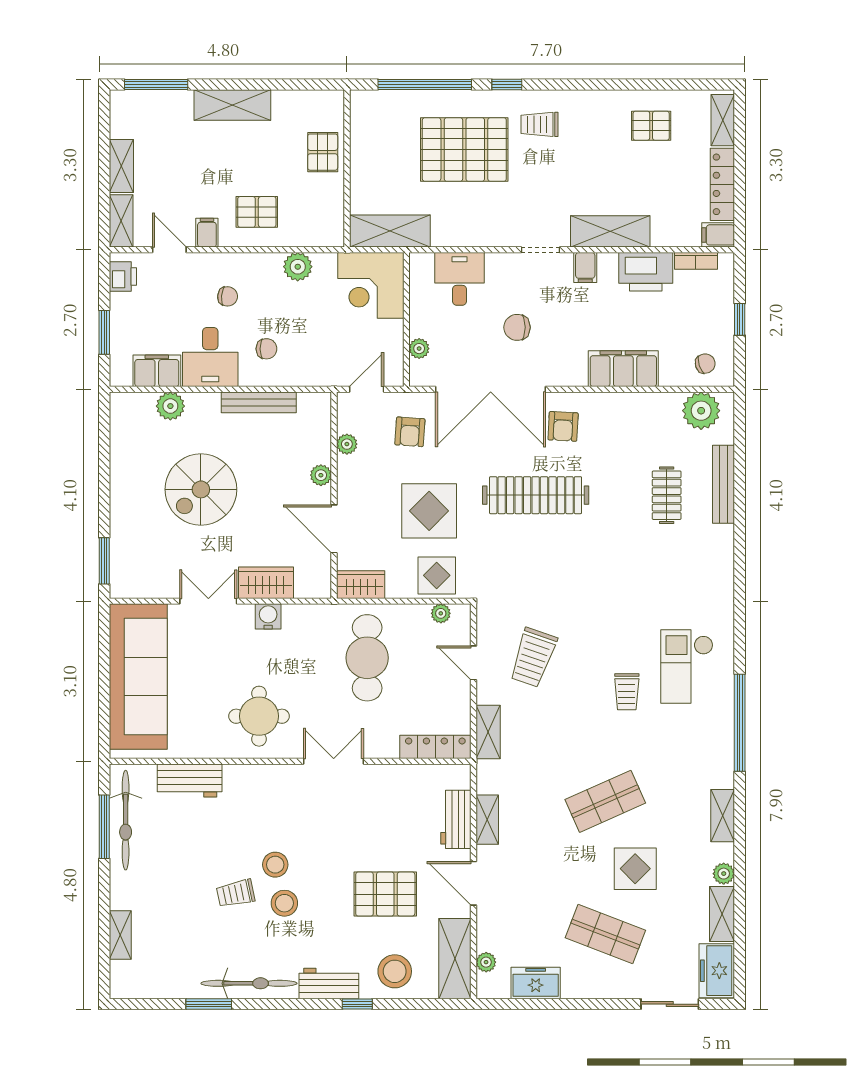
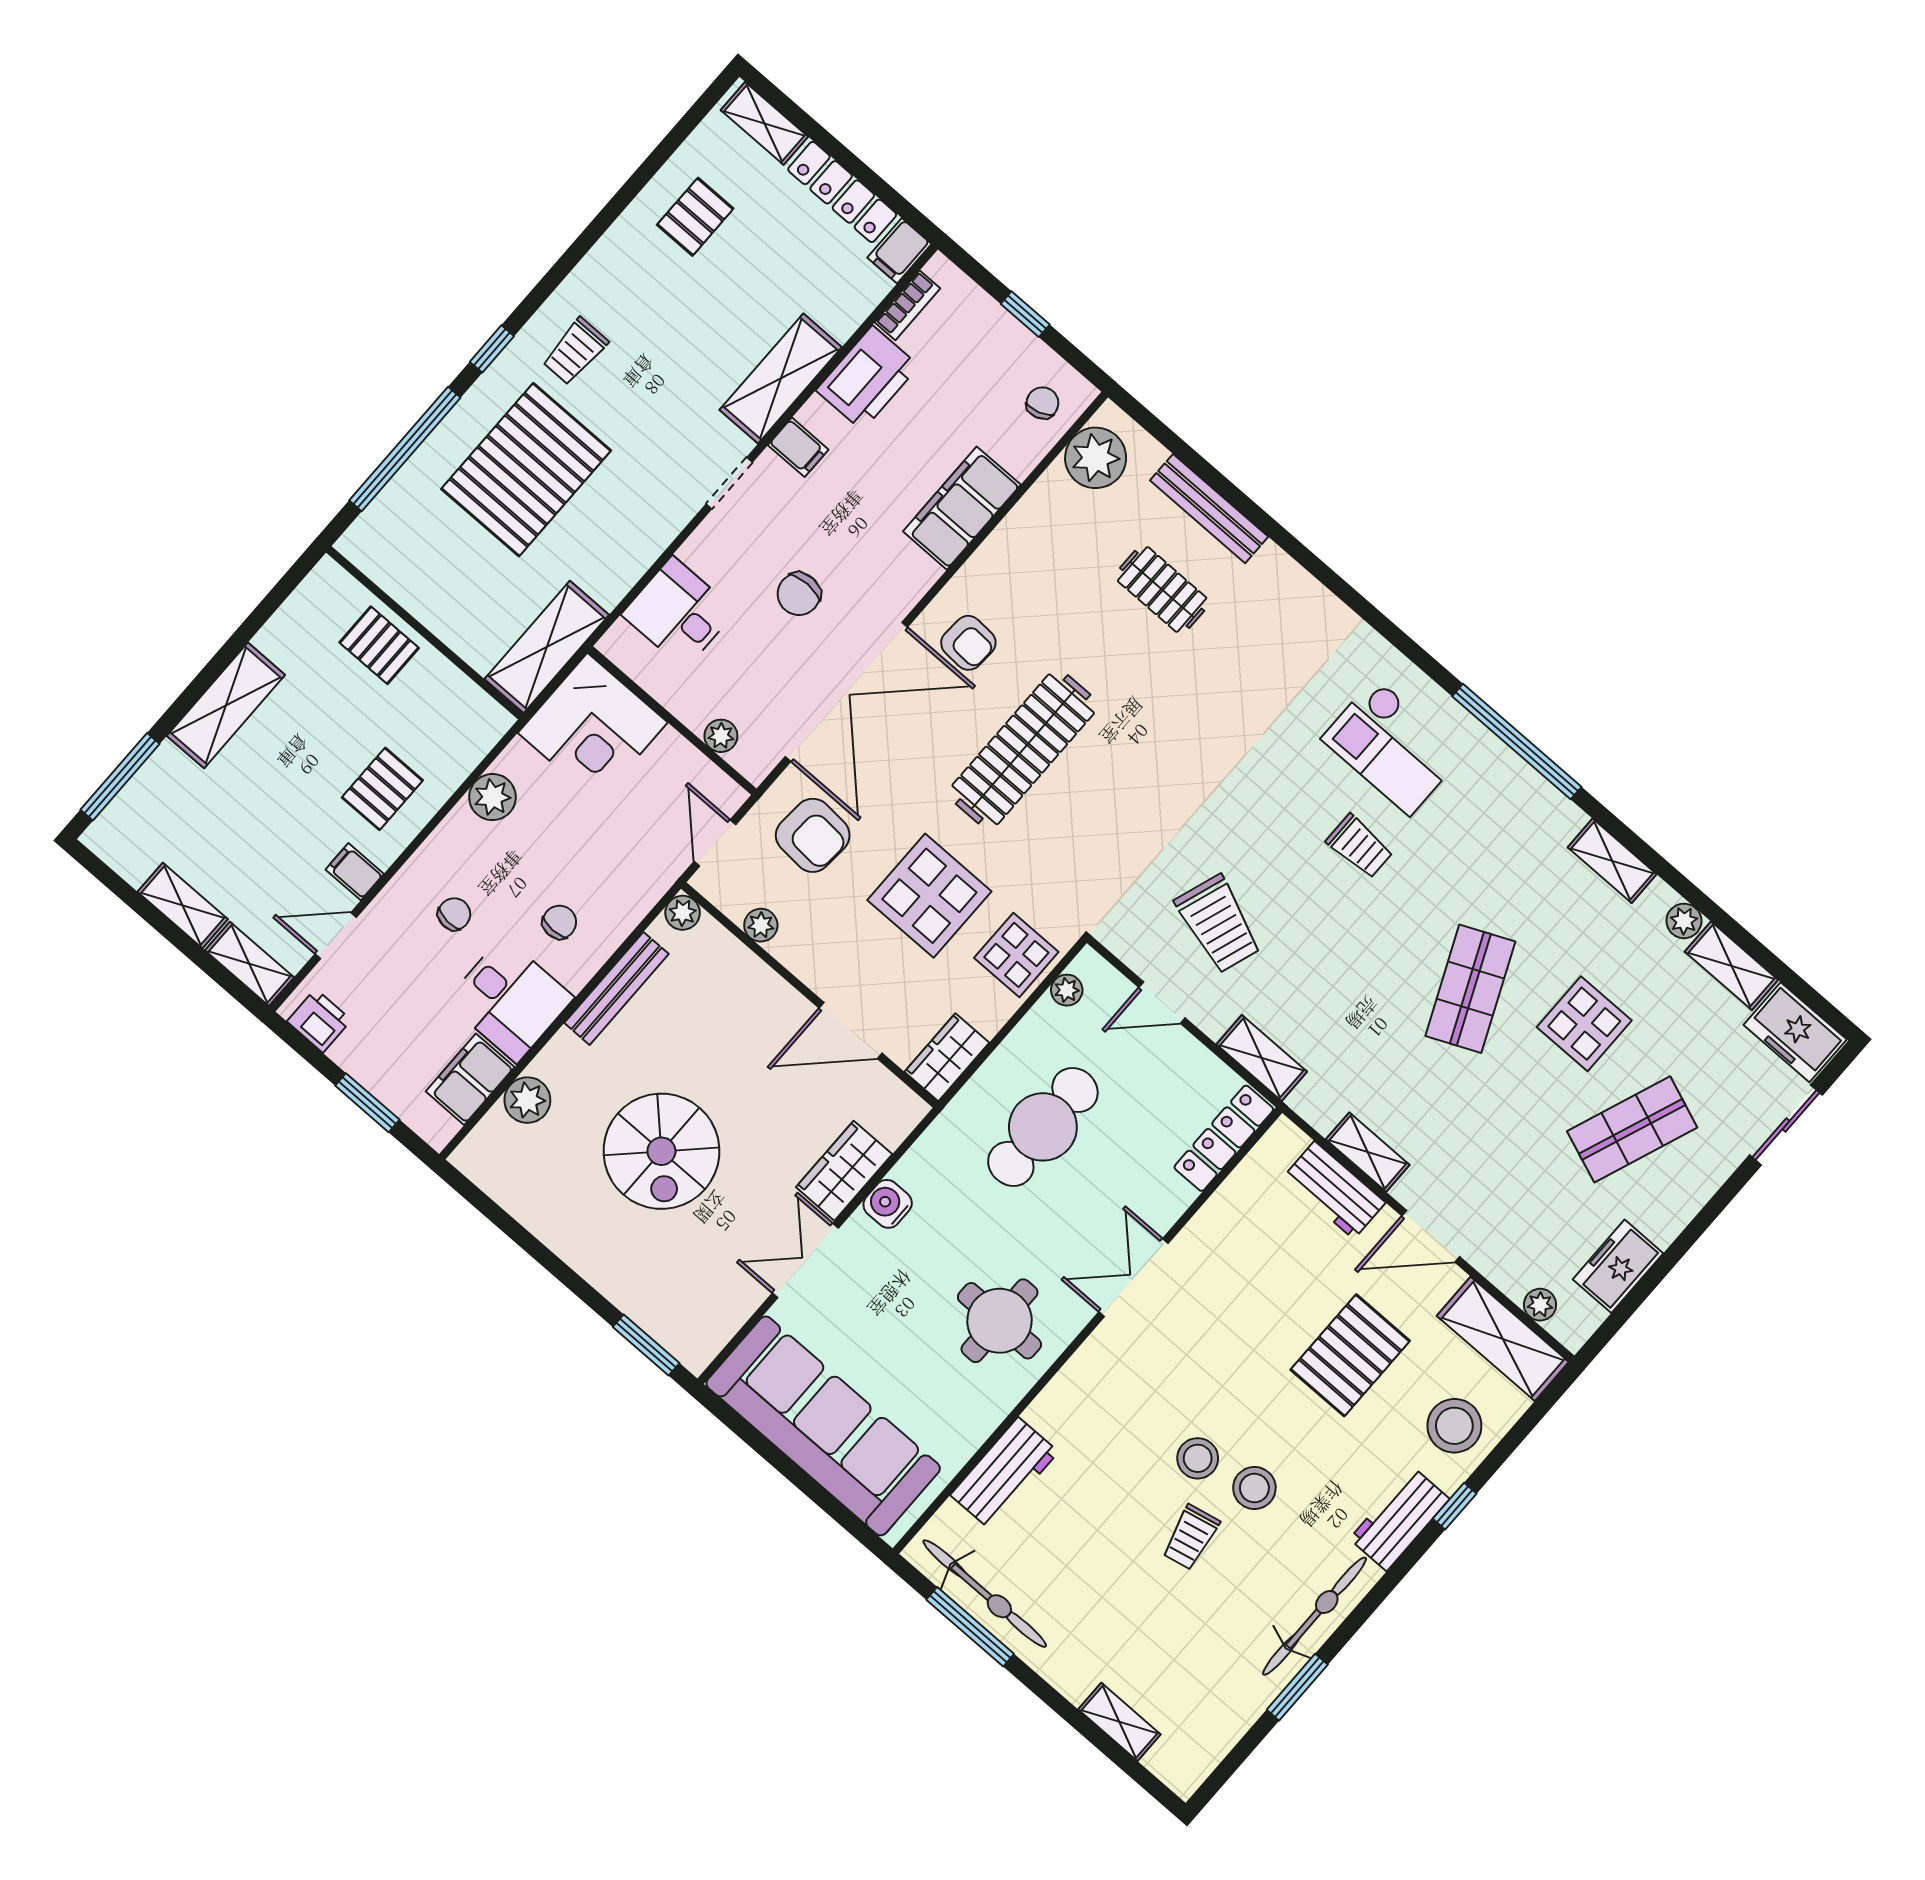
armchair: (410, 432) -> (813, 835), width x1.38, depth x1.38
plant: (321, 475) -> (683, 913), moved
cafe table: (367, 658) -> (1043, 1127), turned 90

